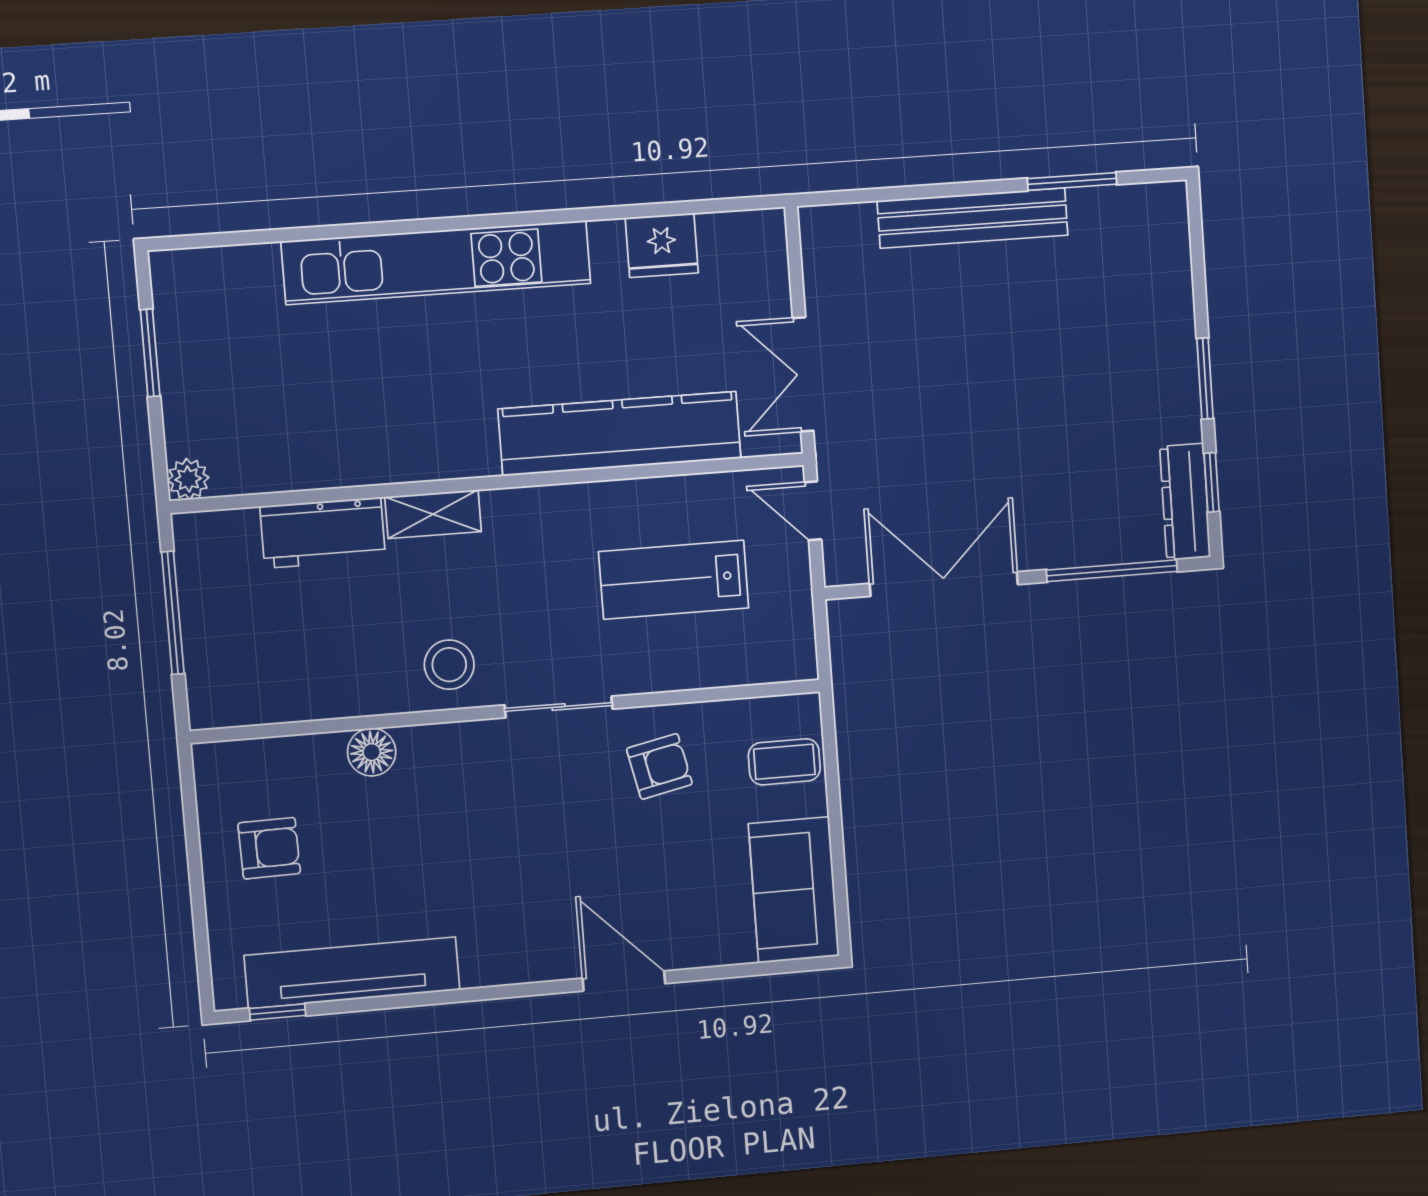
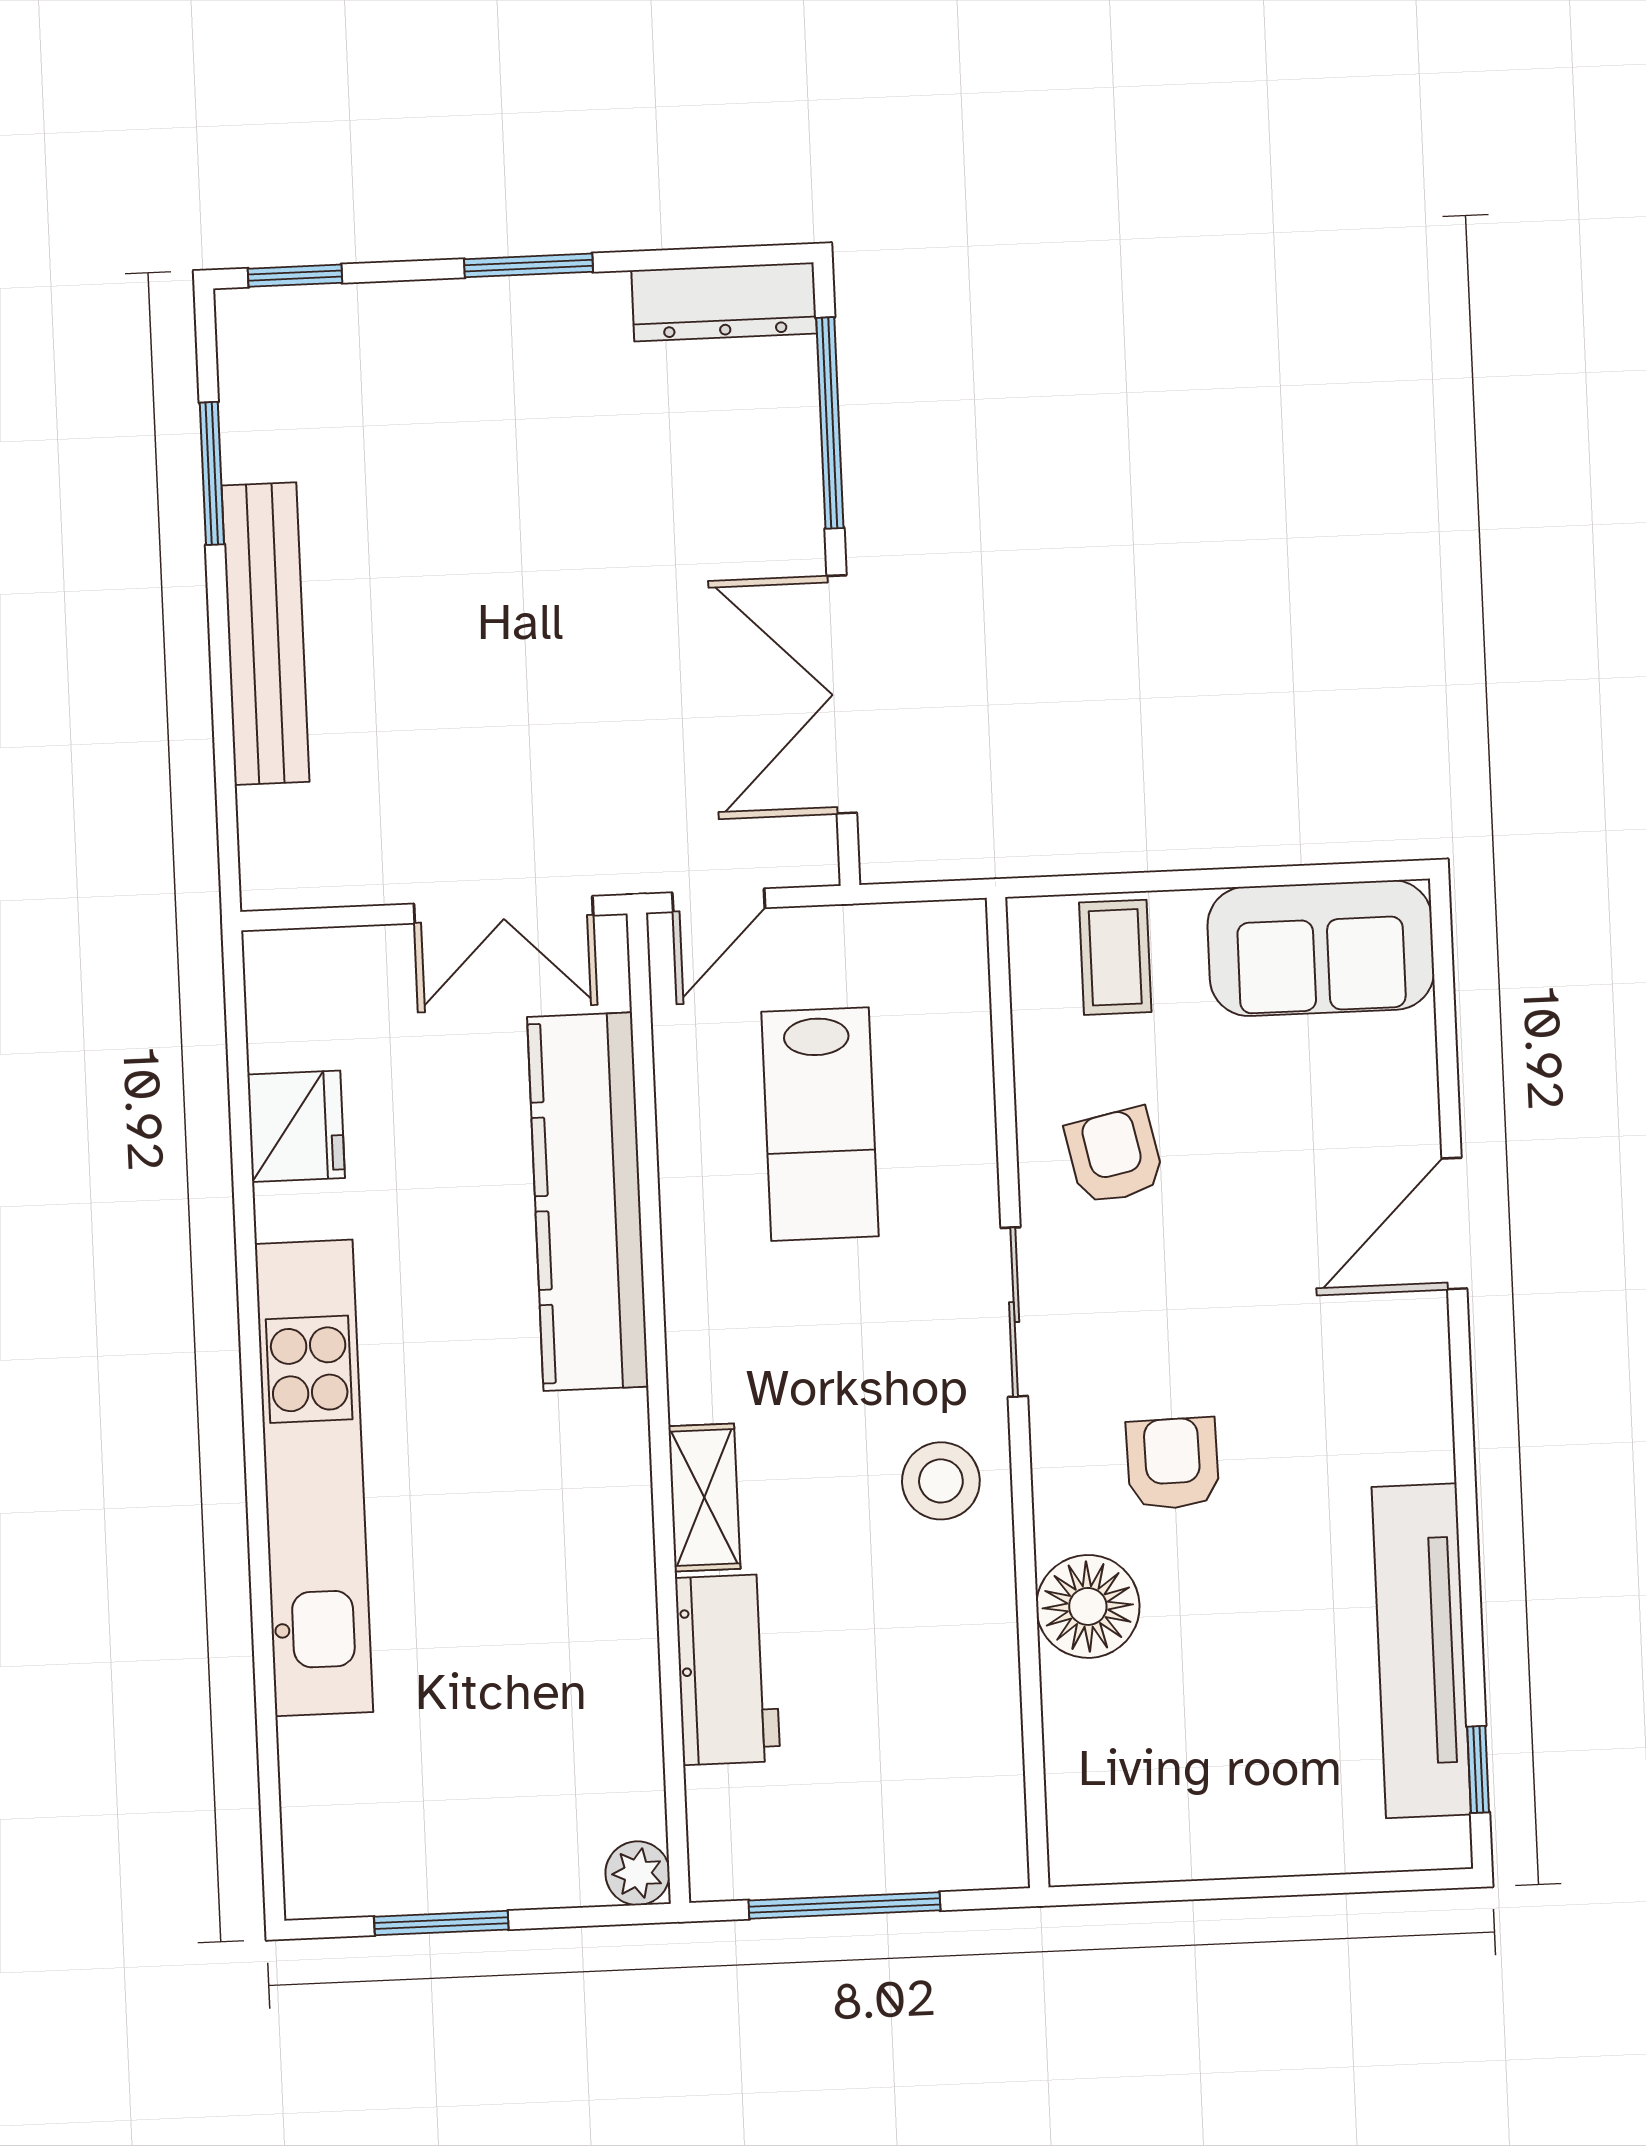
window: (1212, 482) -> (295, 276), moved
floor lamp: (372, 752) -> (1088, 1606), width x1.38, depth x1.38
armchair: (269, 848) -> (1173, 1464), moved

